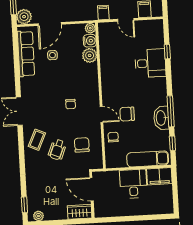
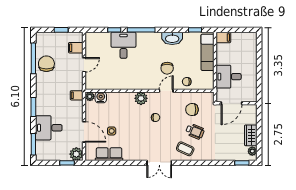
filing cabinet: (103, 13) -> (77, 95), moved
row of seats: (26, 54) -> (109, 154), width x0.68
plant: (90, 55) -> (141, 98), moved
window: (171, 111) -> (141, 30), moved
filing cabinet: (159, 176) -> (223, 37), width x0.50
desk: (133, 184) -> (229, 77), moved
wardrobe: (80, 212) -> (251, 135), moved

